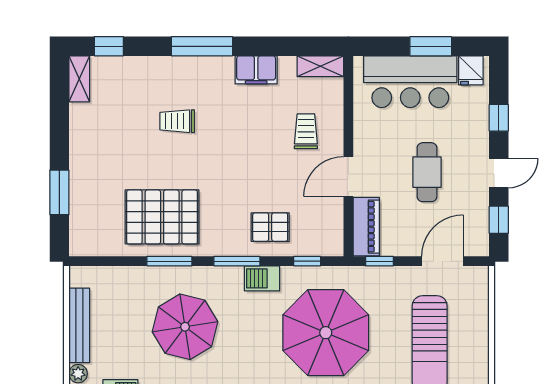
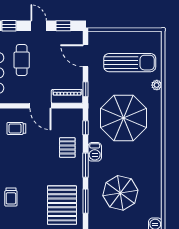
cafe table: (427, 172) -> (22, 60), moved, turned 90

